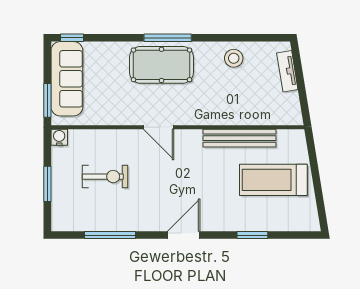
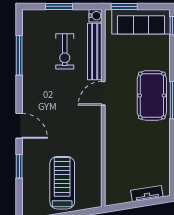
stool: (234, 58) -> (157, 152), removed
bench: (239, 138) -> (95, 52), moved
door: (184, 235) -> (19, 126), moved

